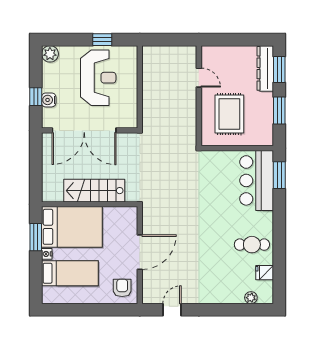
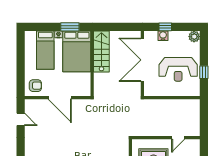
stairs: (94, 191) -> (101, 52), moved

